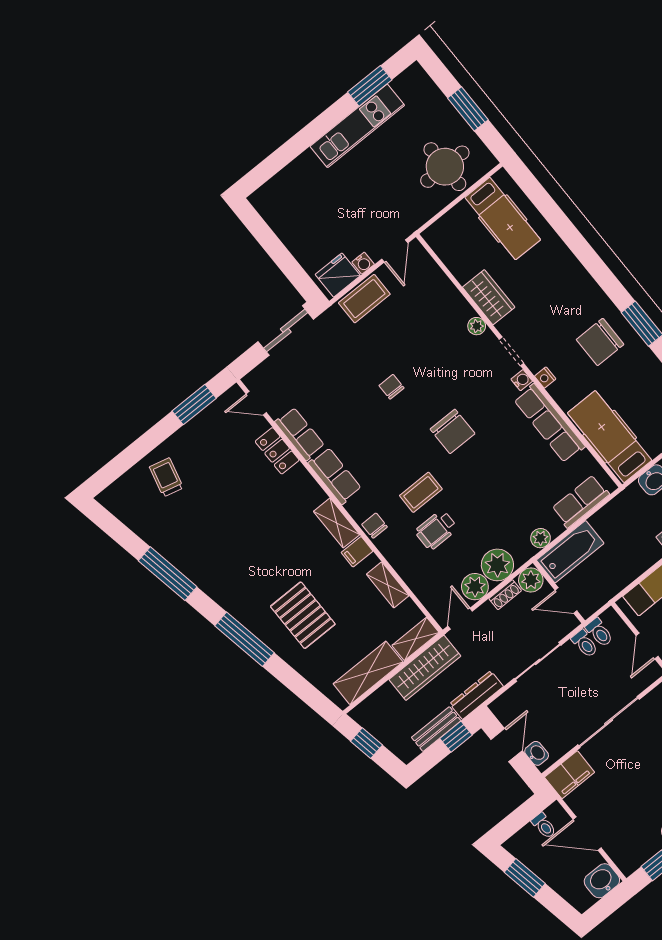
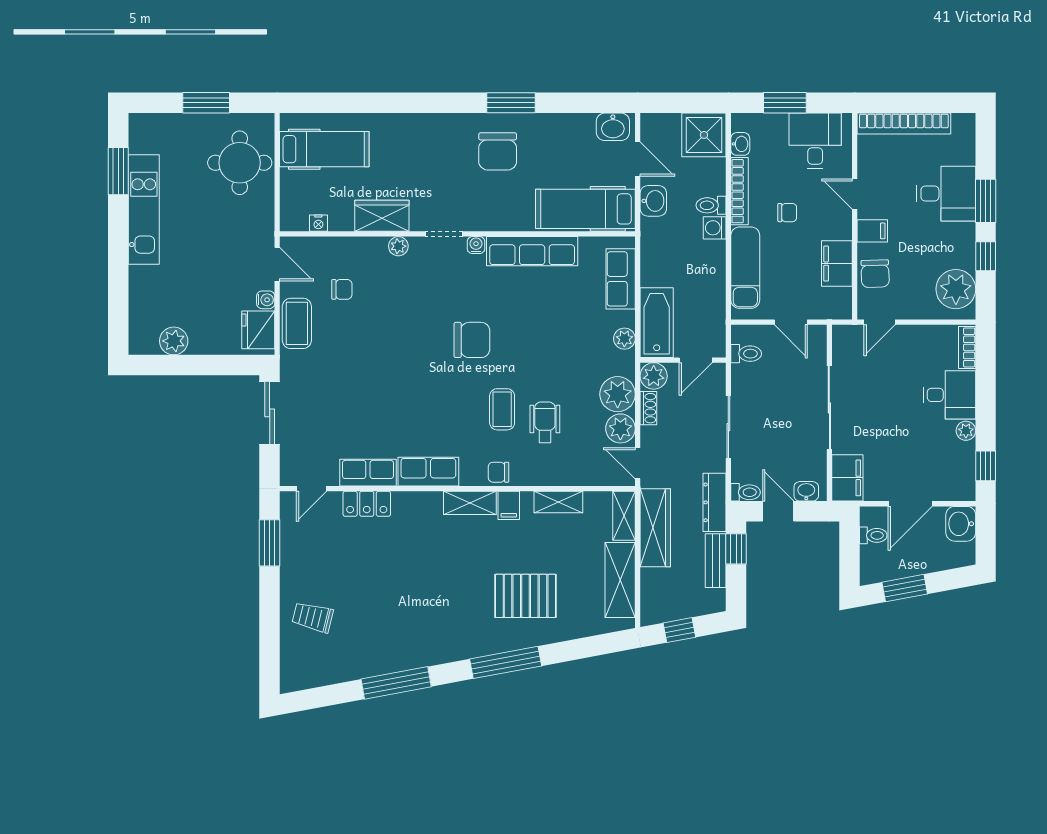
plant: (282, 222) -> (174, 341), added
nightstand: (545, 378) -> (318, 223), moved
chair: (392, 387) -> (342, 289), moved, turned 180
wheelchair: (436, 530) -> (545, 422), turned 180
toilet: (585, 644) -> (746, 492), moved

